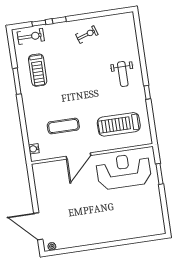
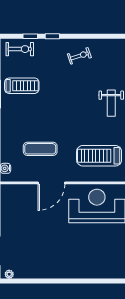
treadmill: (38, 70) -> (22, 86), turned -90

